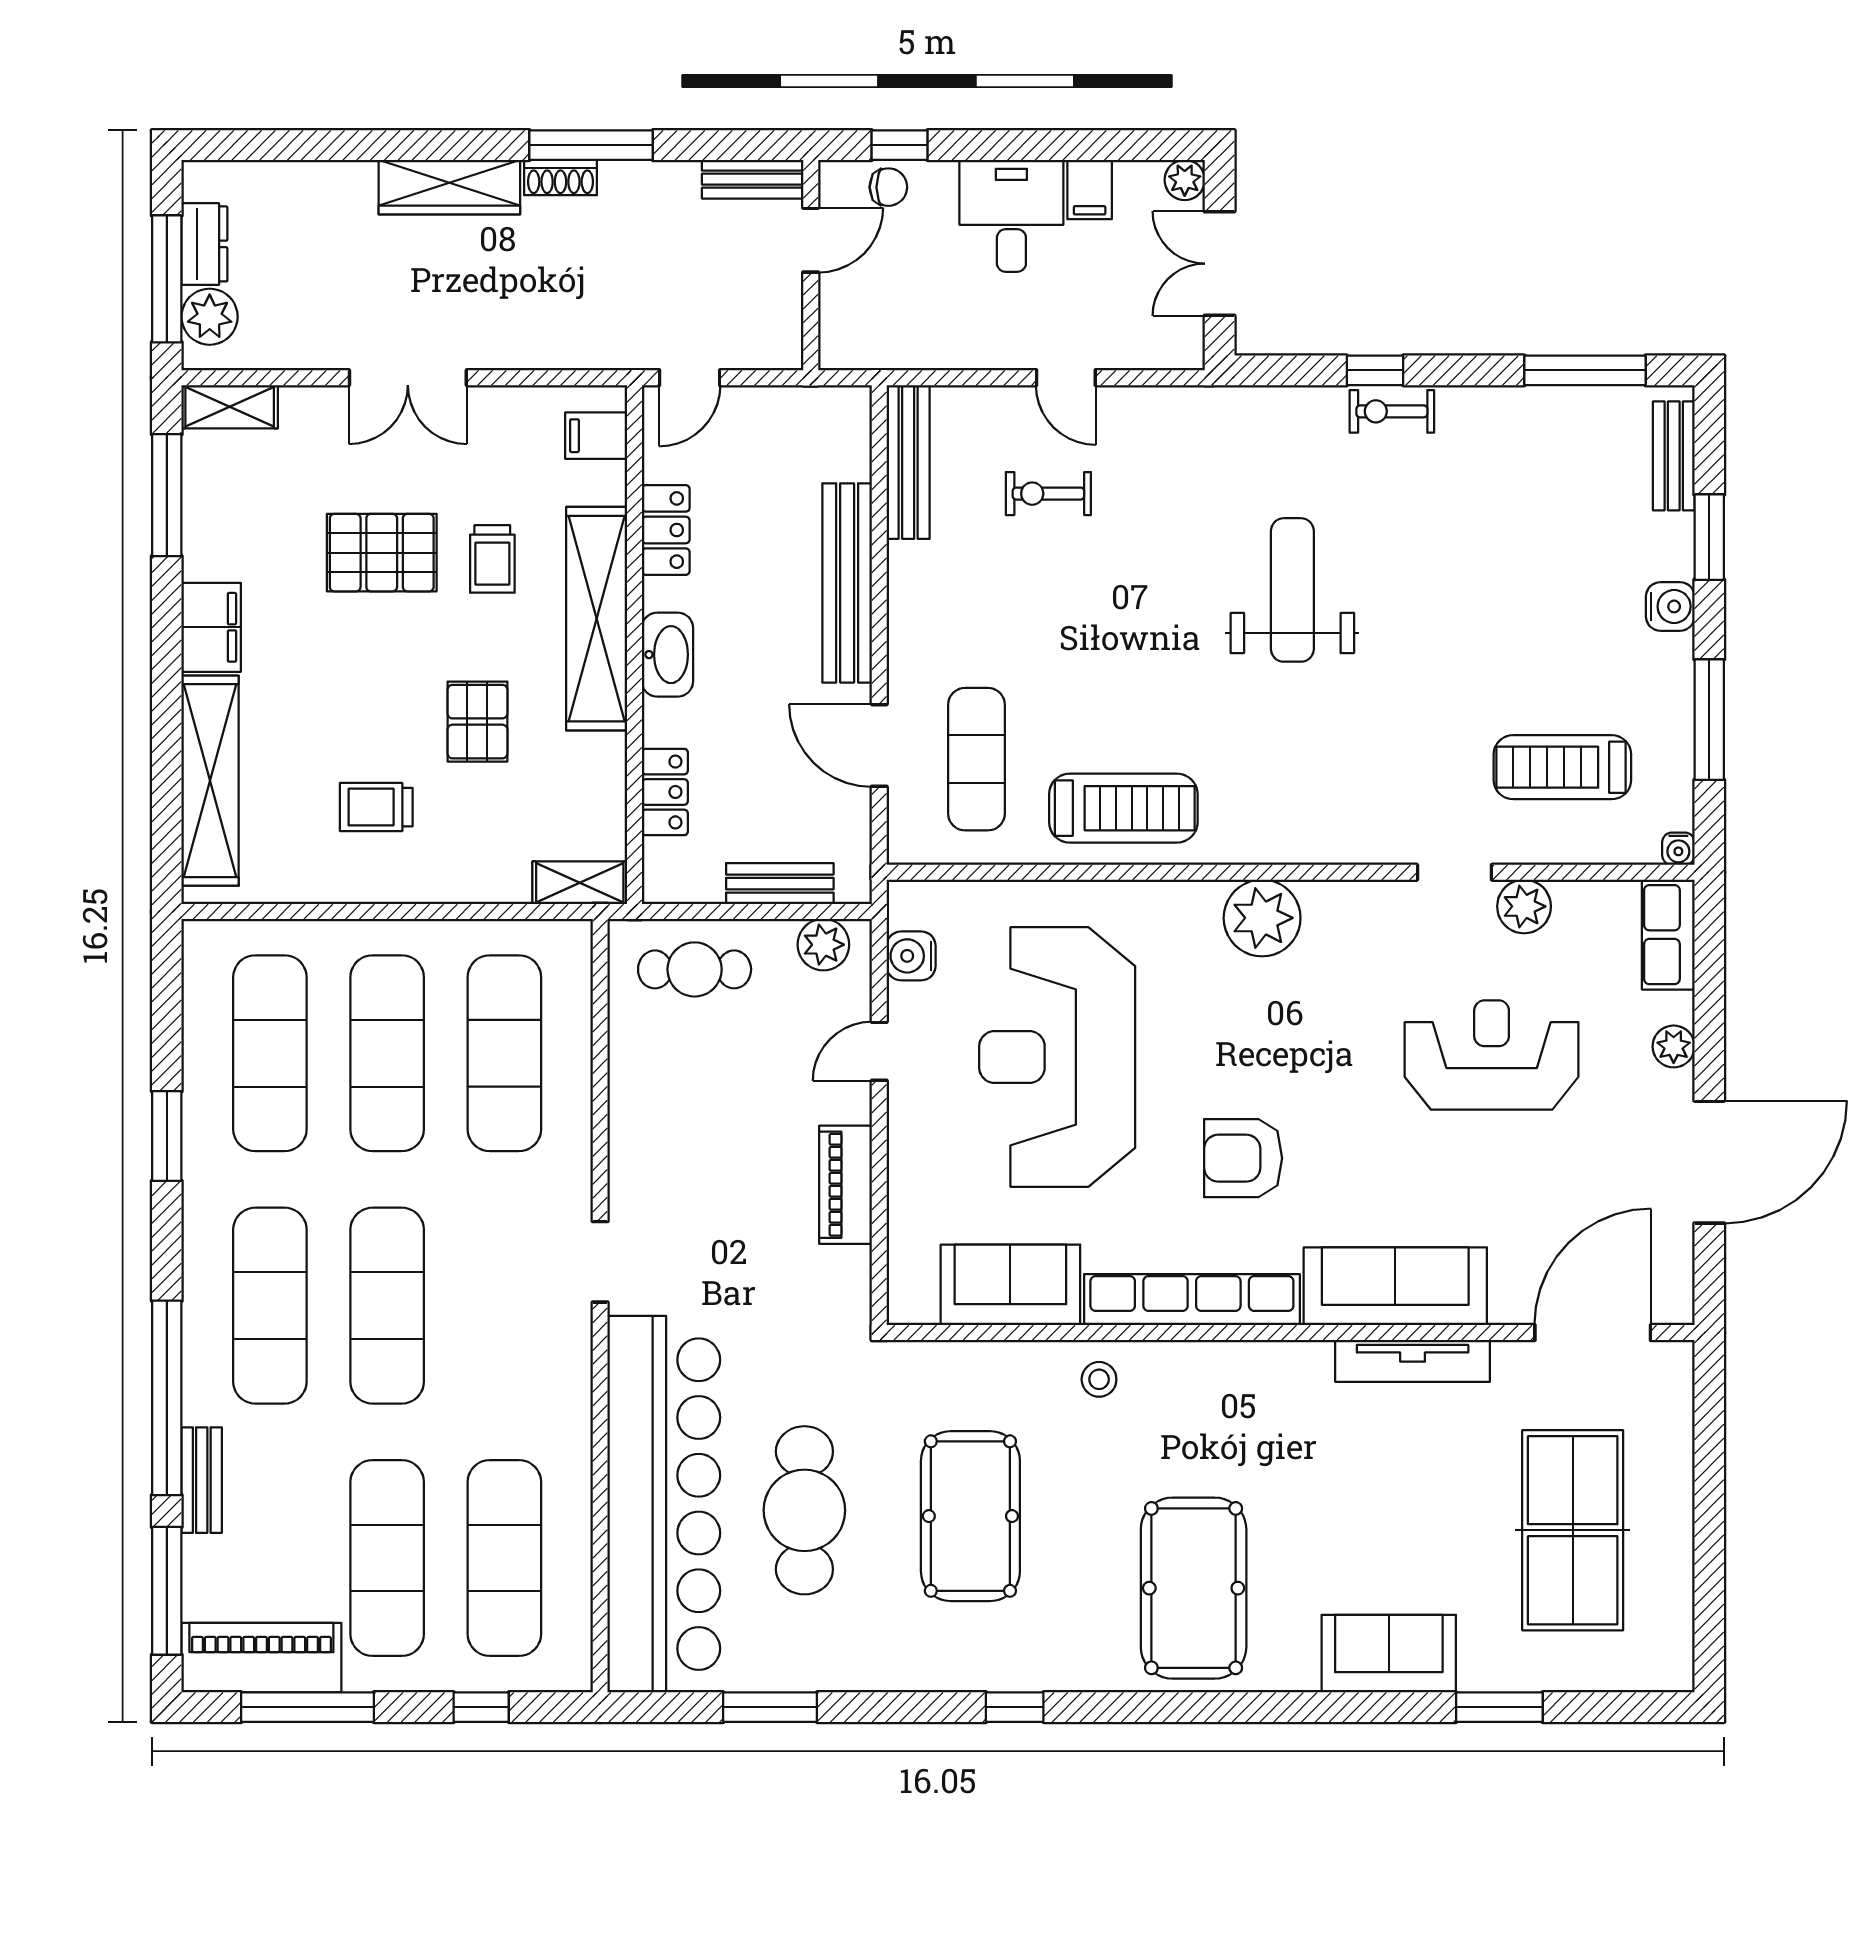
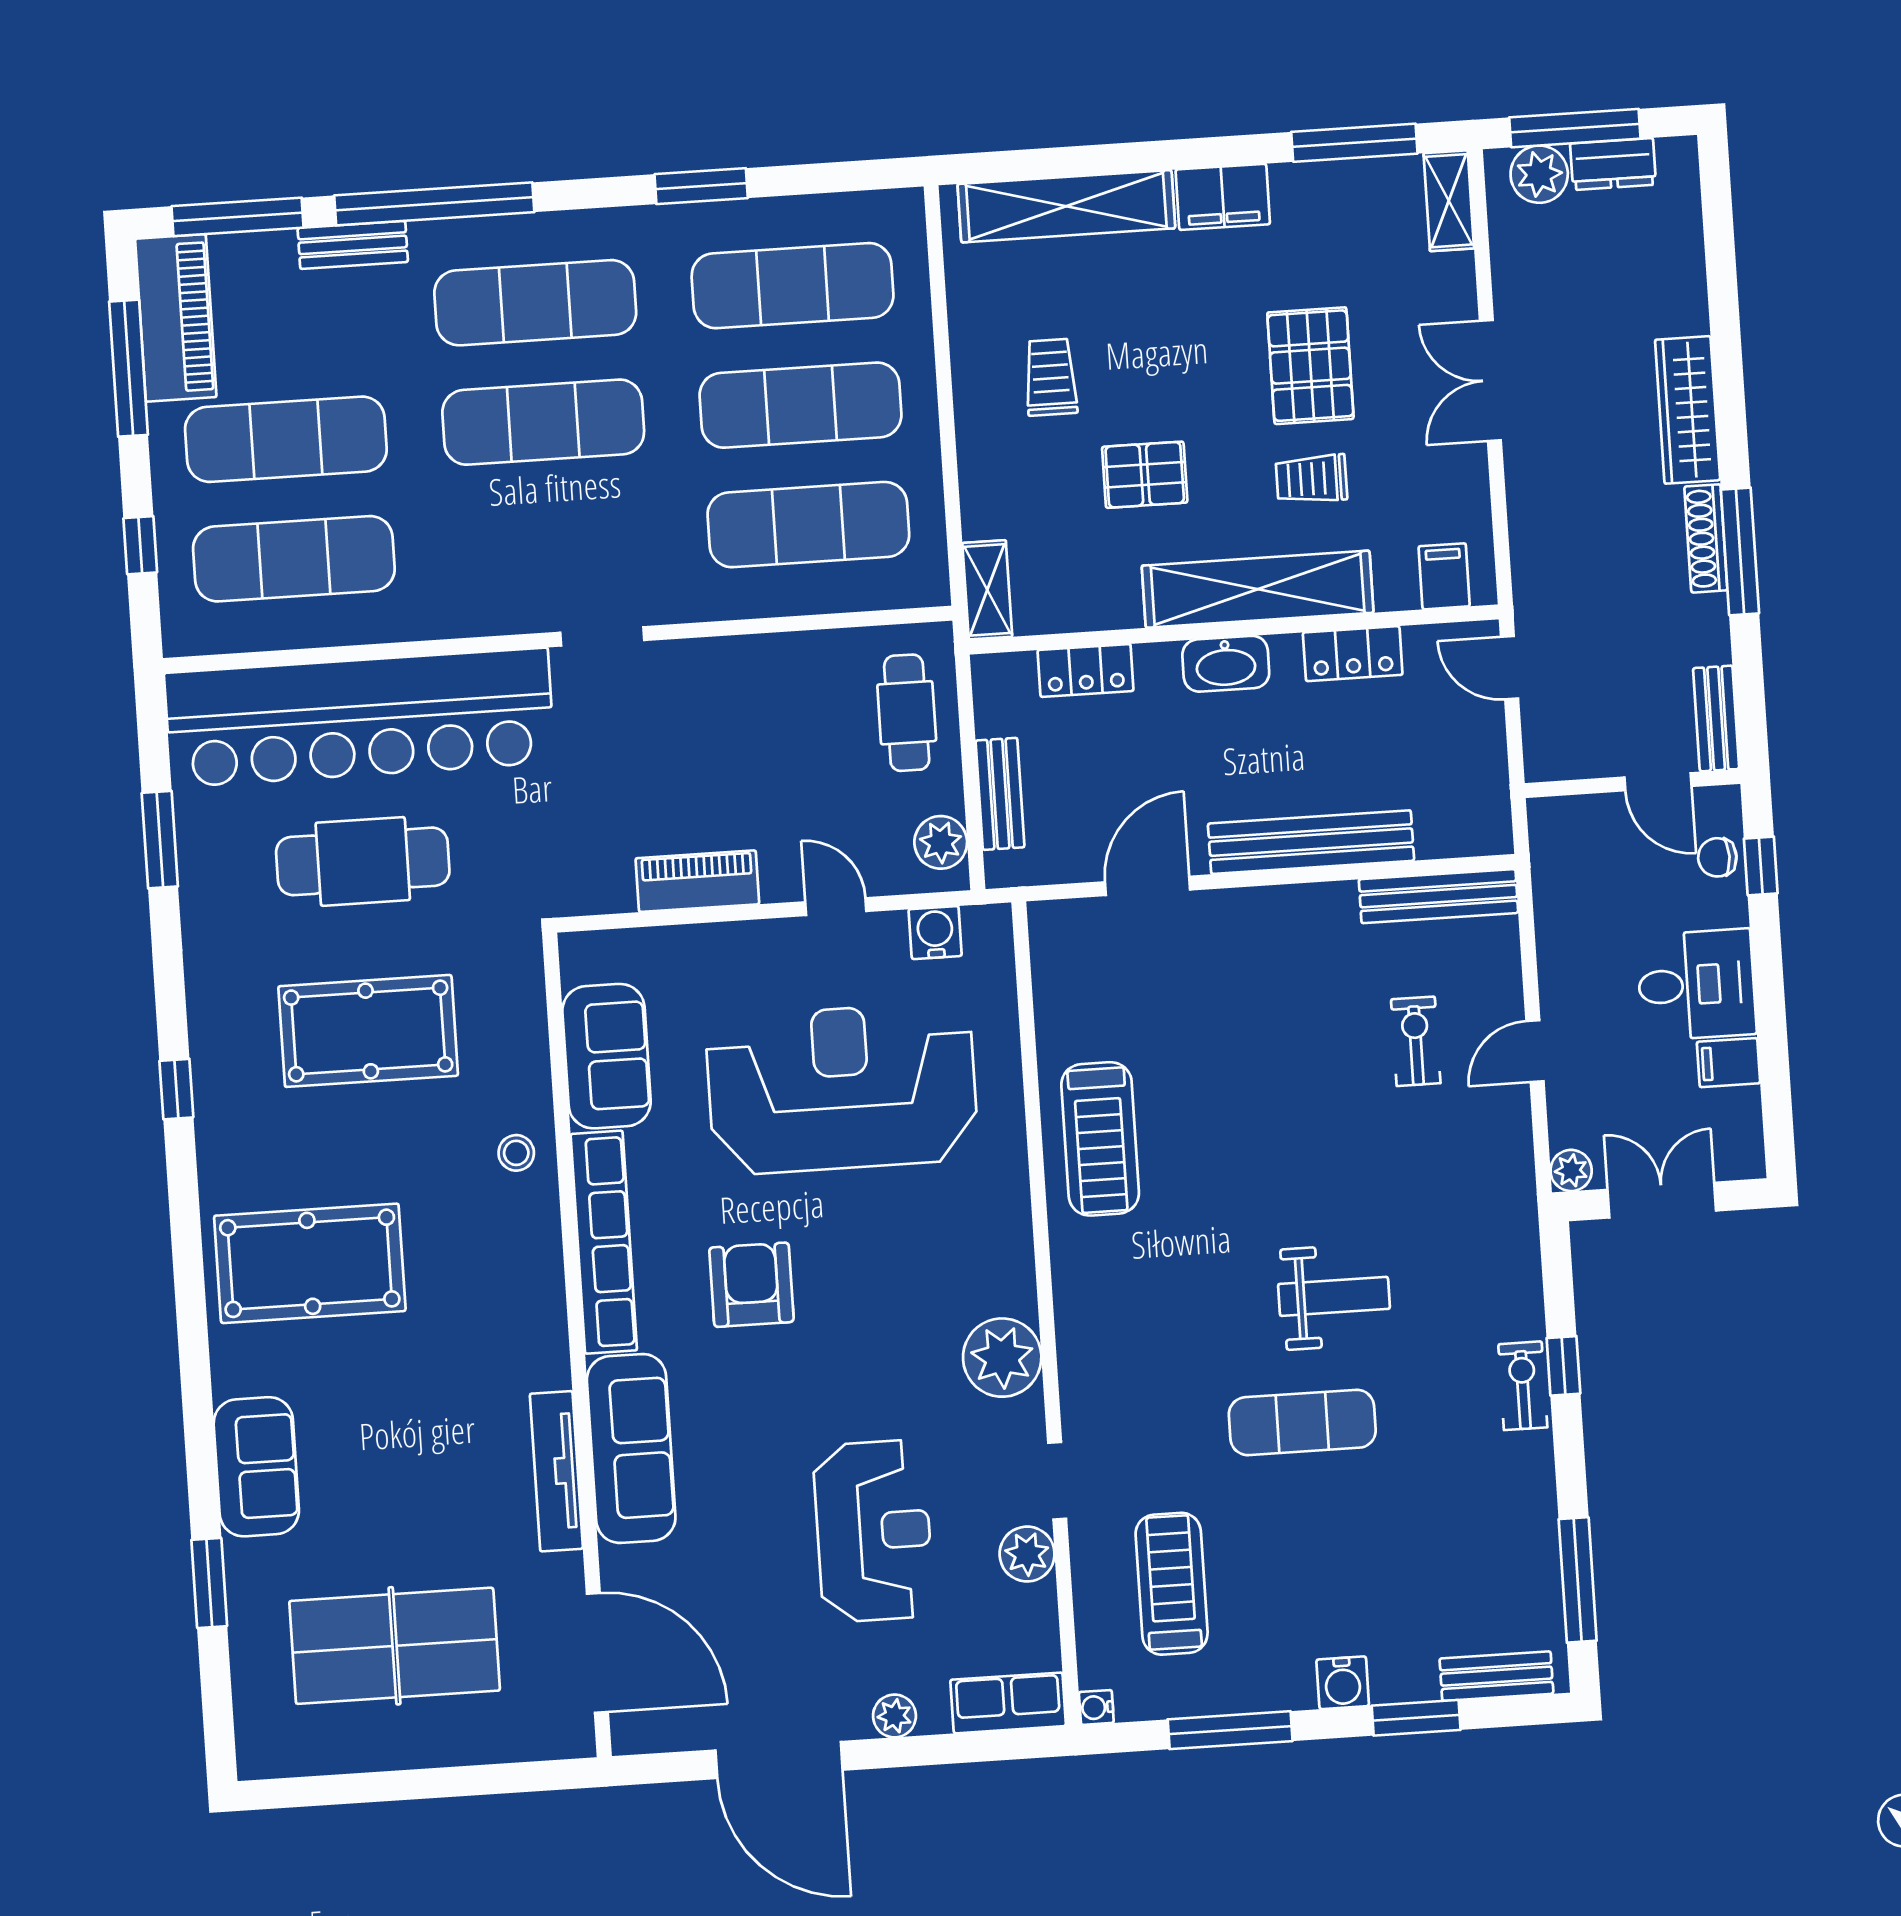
shoe rack: (560, 178) -> (1706, 538), width x1.43
plant: (1185, 180) -> (1571, 1170), moved
chair: (888, 187) -> (1717, 857), turned 90
weight bench: (1292, 590) -> (1334, 1296), width x0.73, depth x0.75
exercise mat: (976, 759) -> (1302, 1422), moved
plant: (1262, 918) -> (1002, 1358), moved

